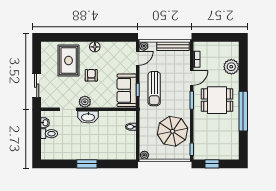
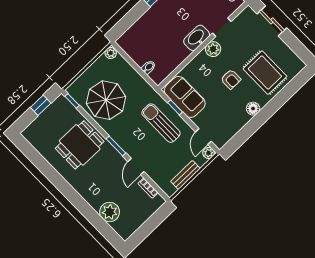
bench: (173, 46) -> (185, 175), width x0.73
dining table: (217, 100) -> (80, 145), moved
window: (243, 111) -> (59, 182), removed

